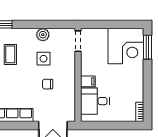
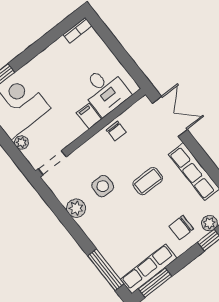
plant: (102, 33) -> (21, 142), added
coffee table: (10, 54) -> (148, 181), moved
chair: (48, 84) -> (116, 131), moved

